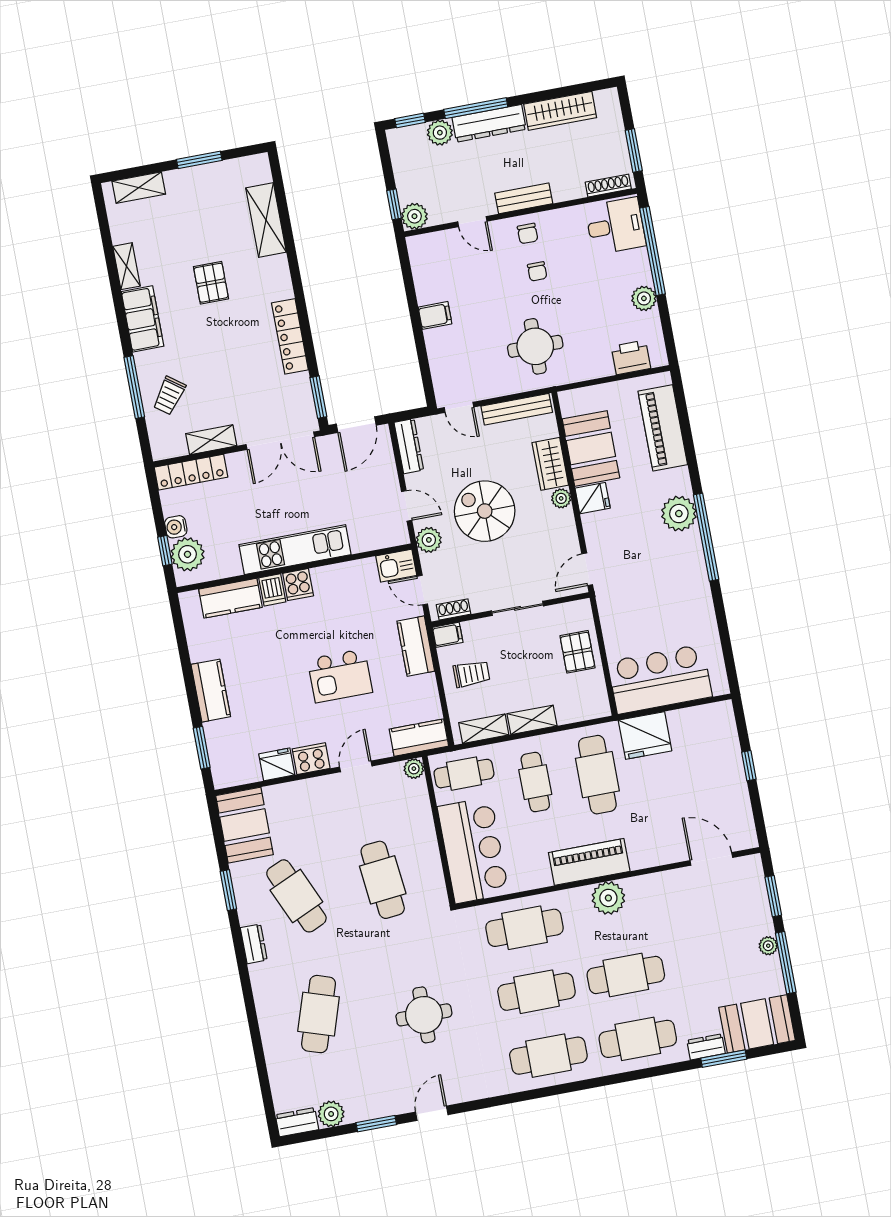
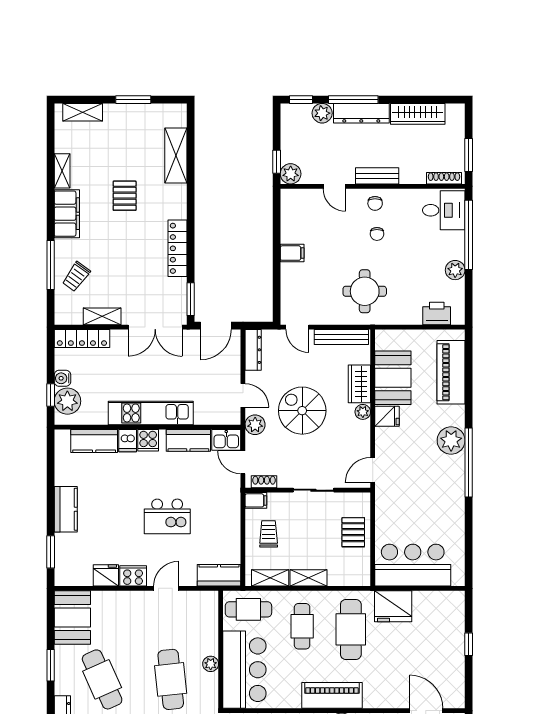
kitchen counter: (416, 646) -> (188, 440), moved, turned -90
trolley: (471, 674) -> (269, 534), turned -90
plant: (414, 769) -> (211, 664), moved

